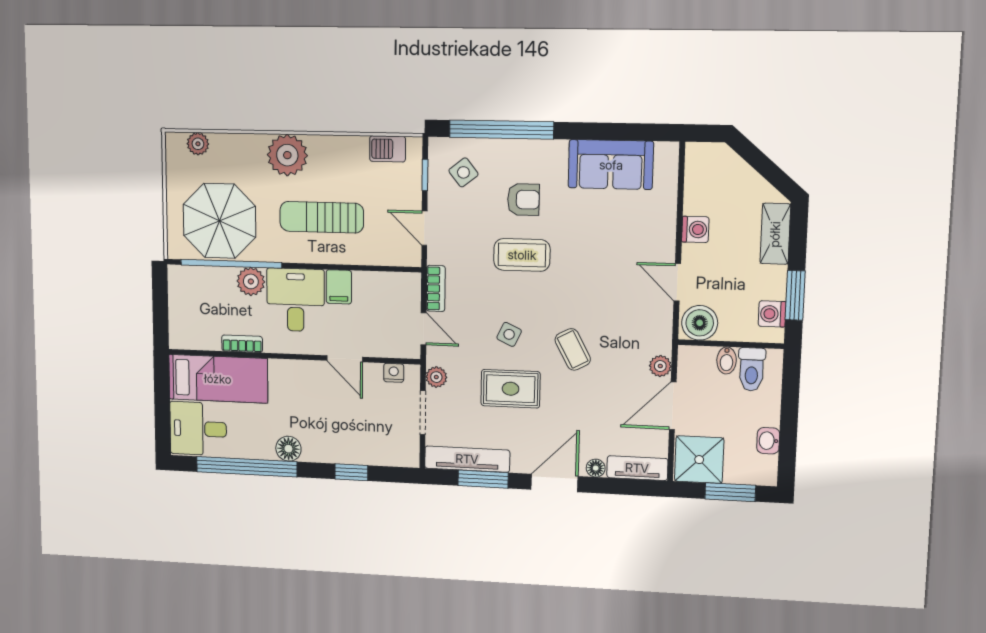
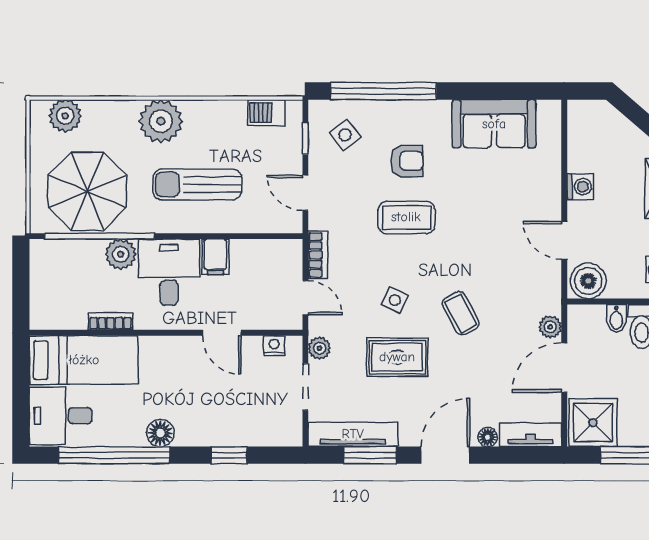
plant: (198, 144) -> (65, 116), width x1.38, depth x1.38

